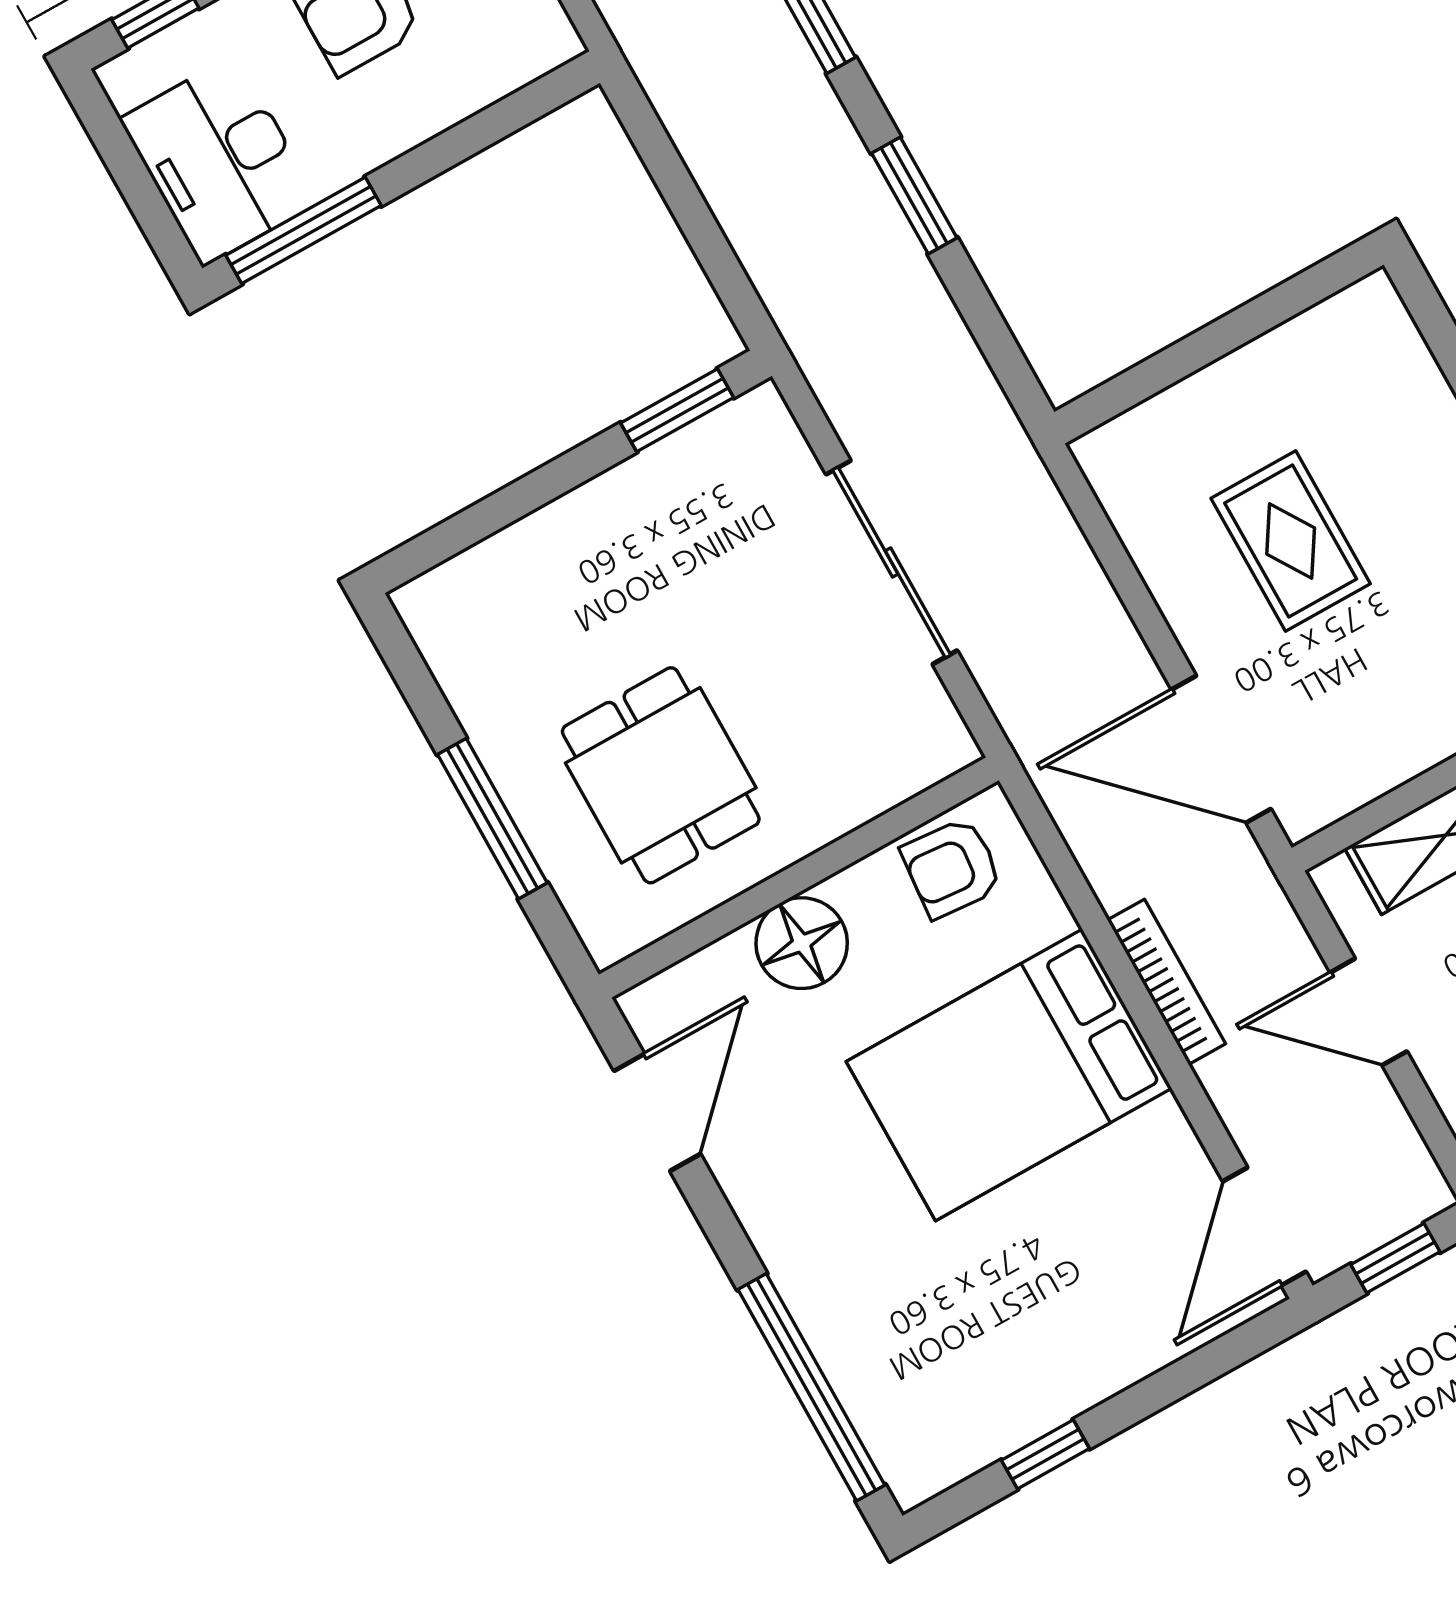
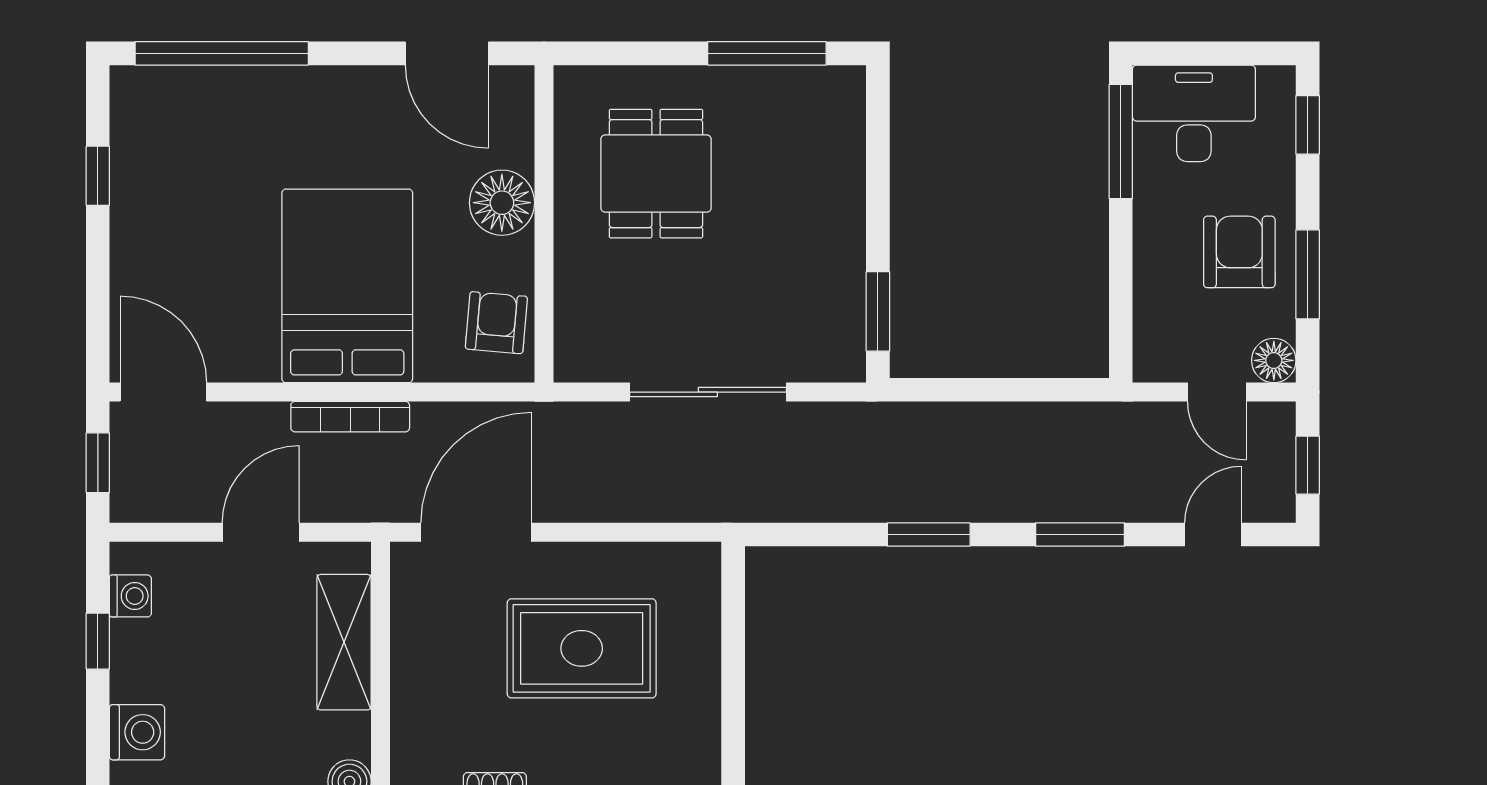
rug: (1291, 541) -> (582, 648), width x1.36, depth x1.43
dining table: (661, 775) -> (656, 174), turned 90
window: (492, 819) -> (767, 53), moved

